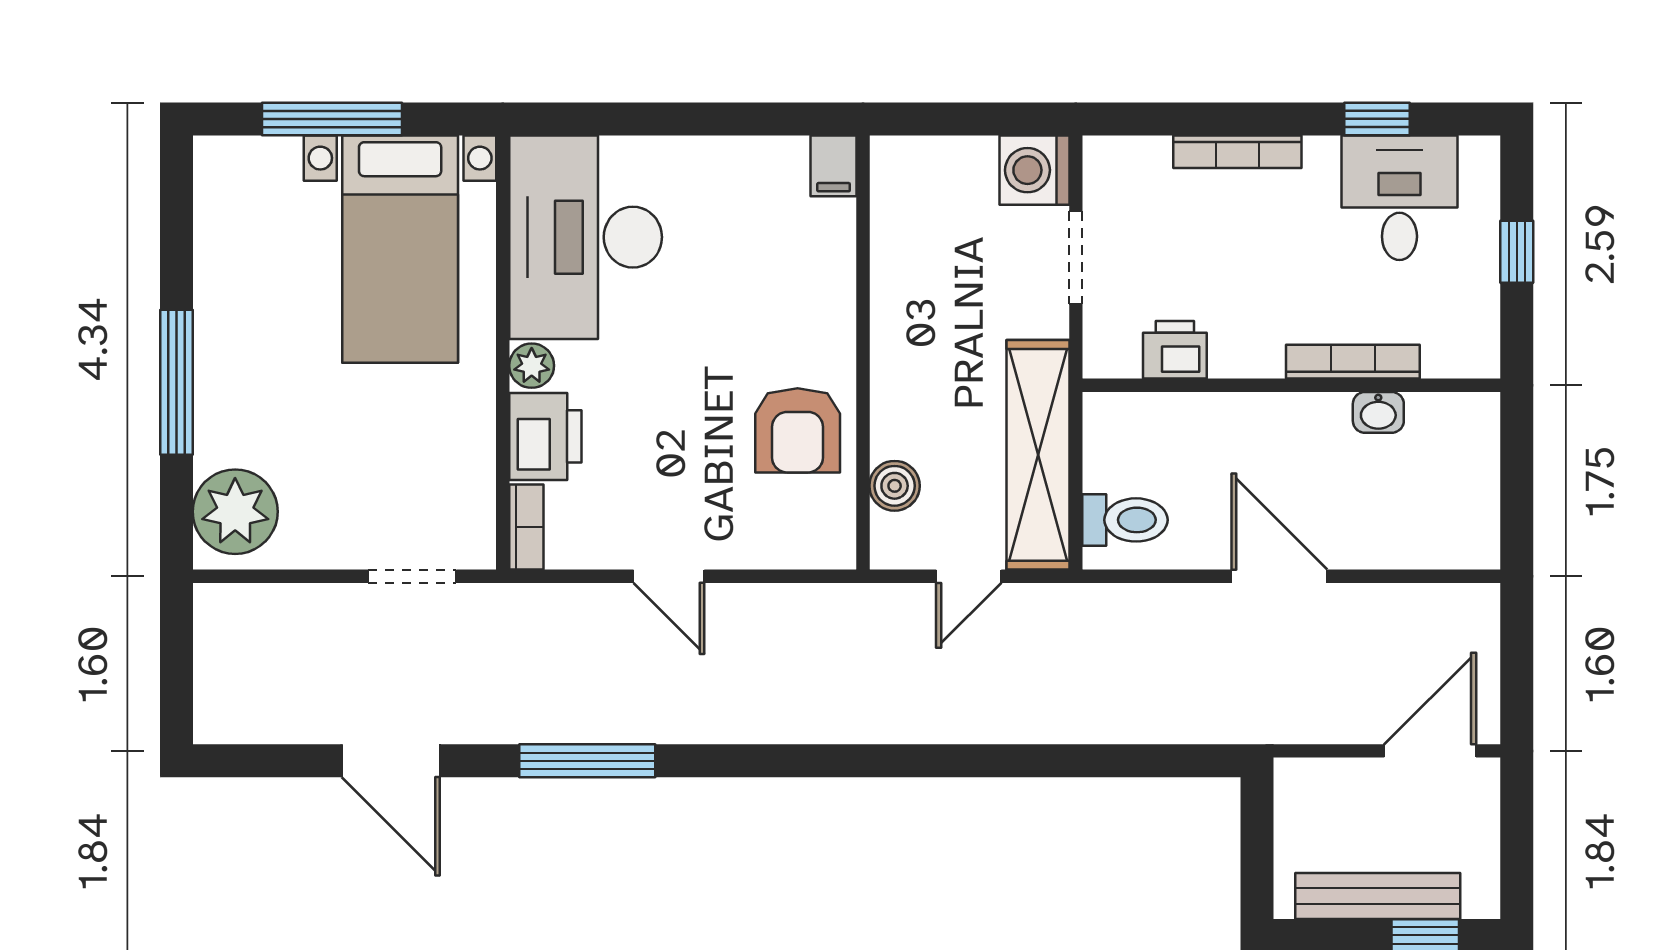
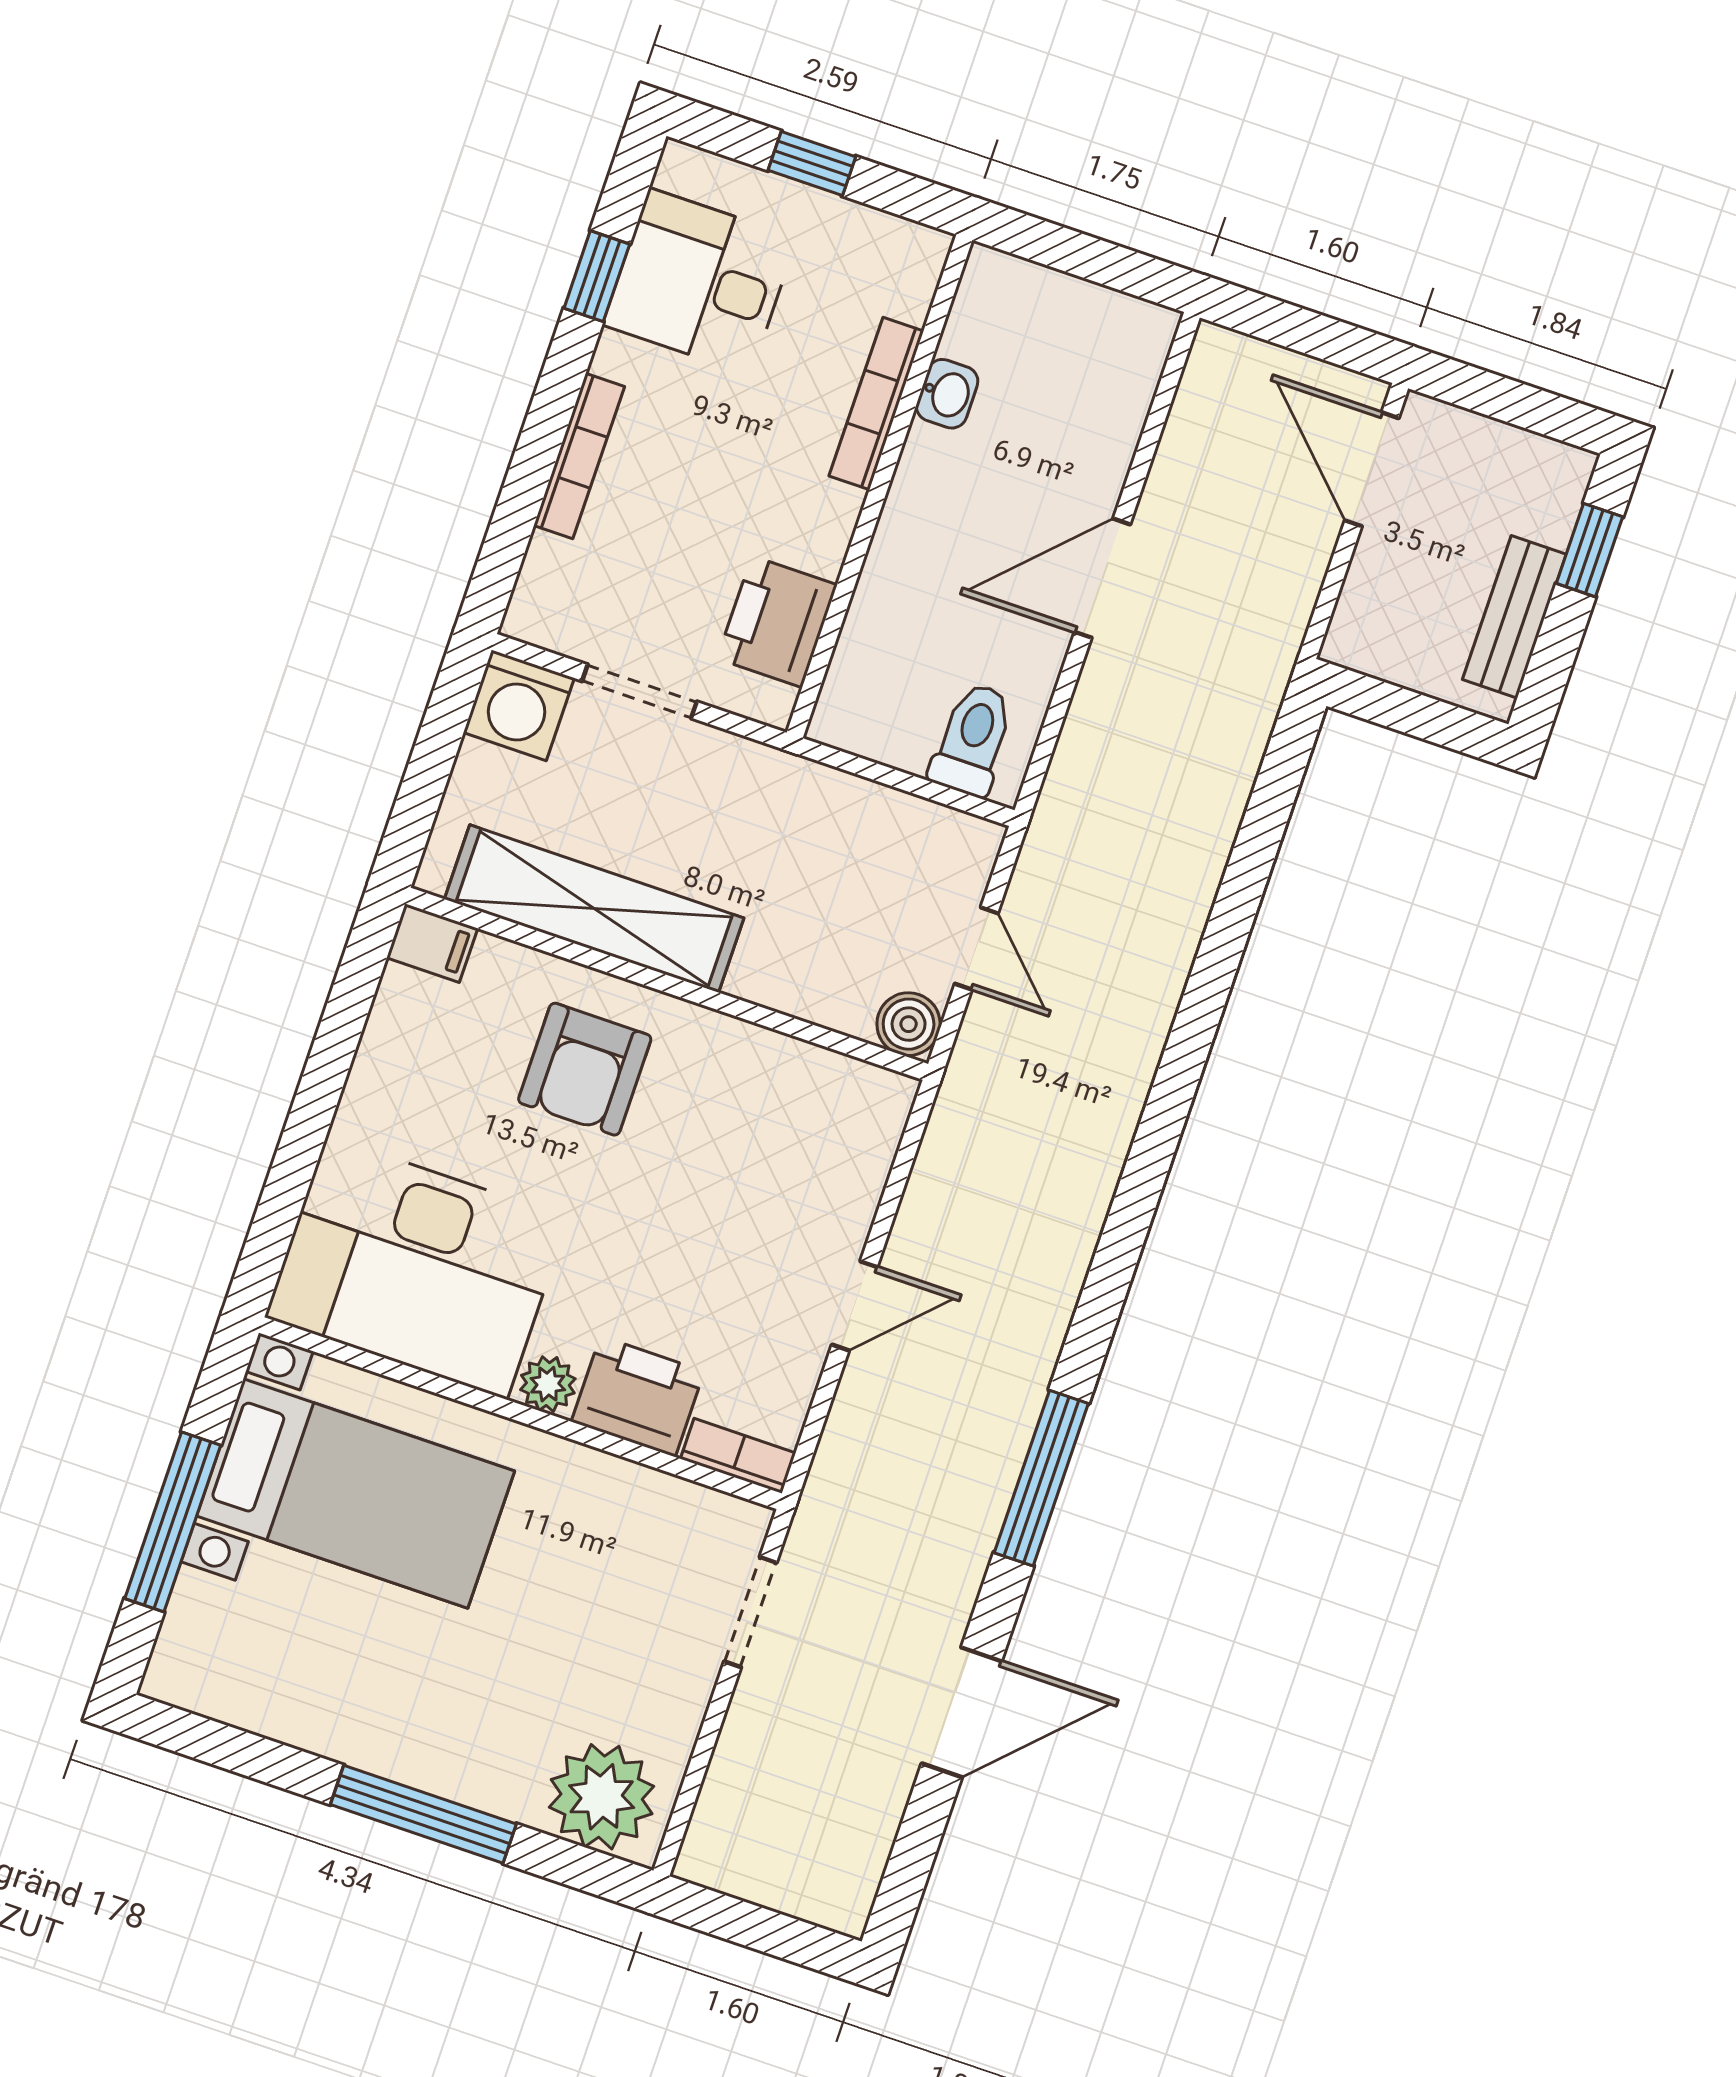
printer: (1175, 350) -> (777, 622), width x1.36, depth x1.24
armchair: (798, 430) -> (585, 1069), moved, turned 90
shelving: (1038, 455) -> (594, 909), moved
boiler: (895, 486) -> (909, 1024), moved
bench: (1378, 896) -> (1514, 617), width x0.73

